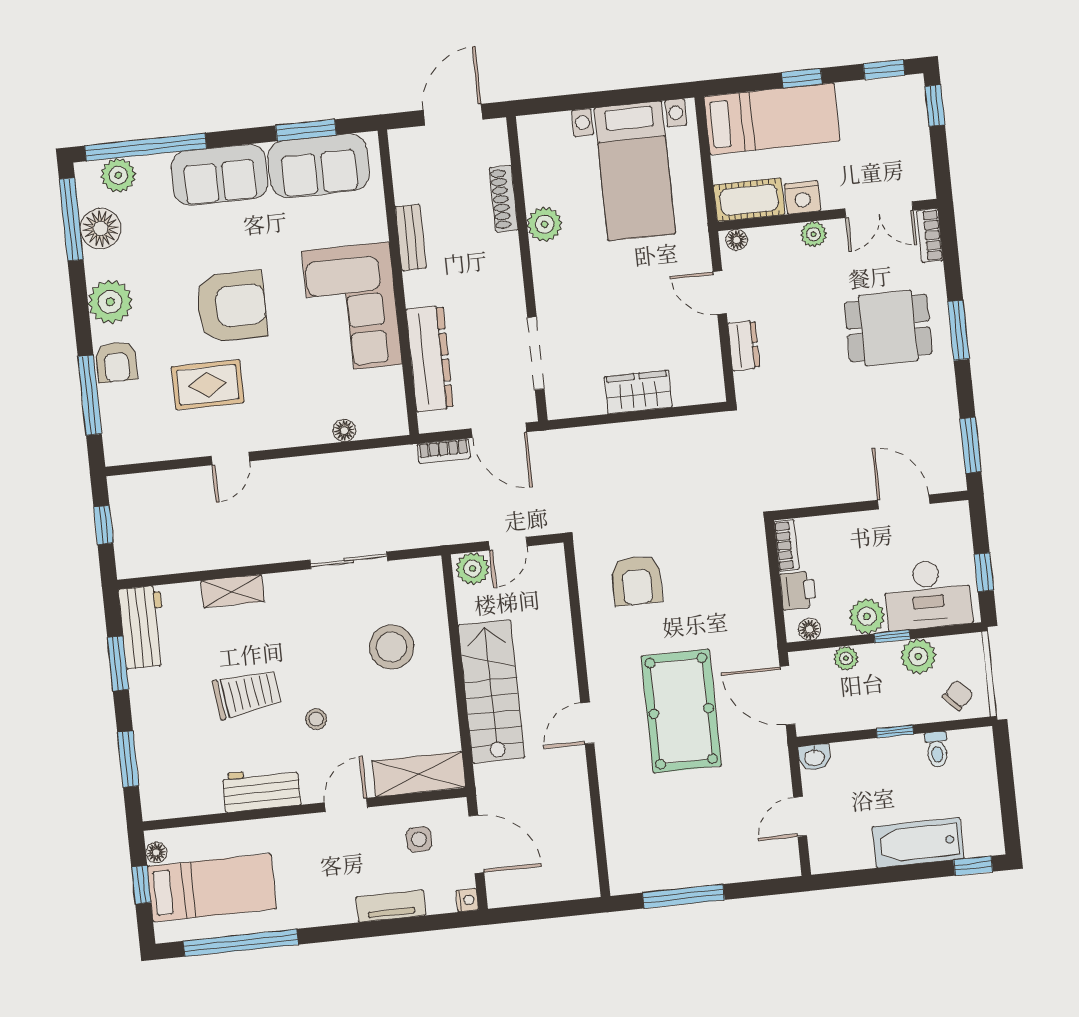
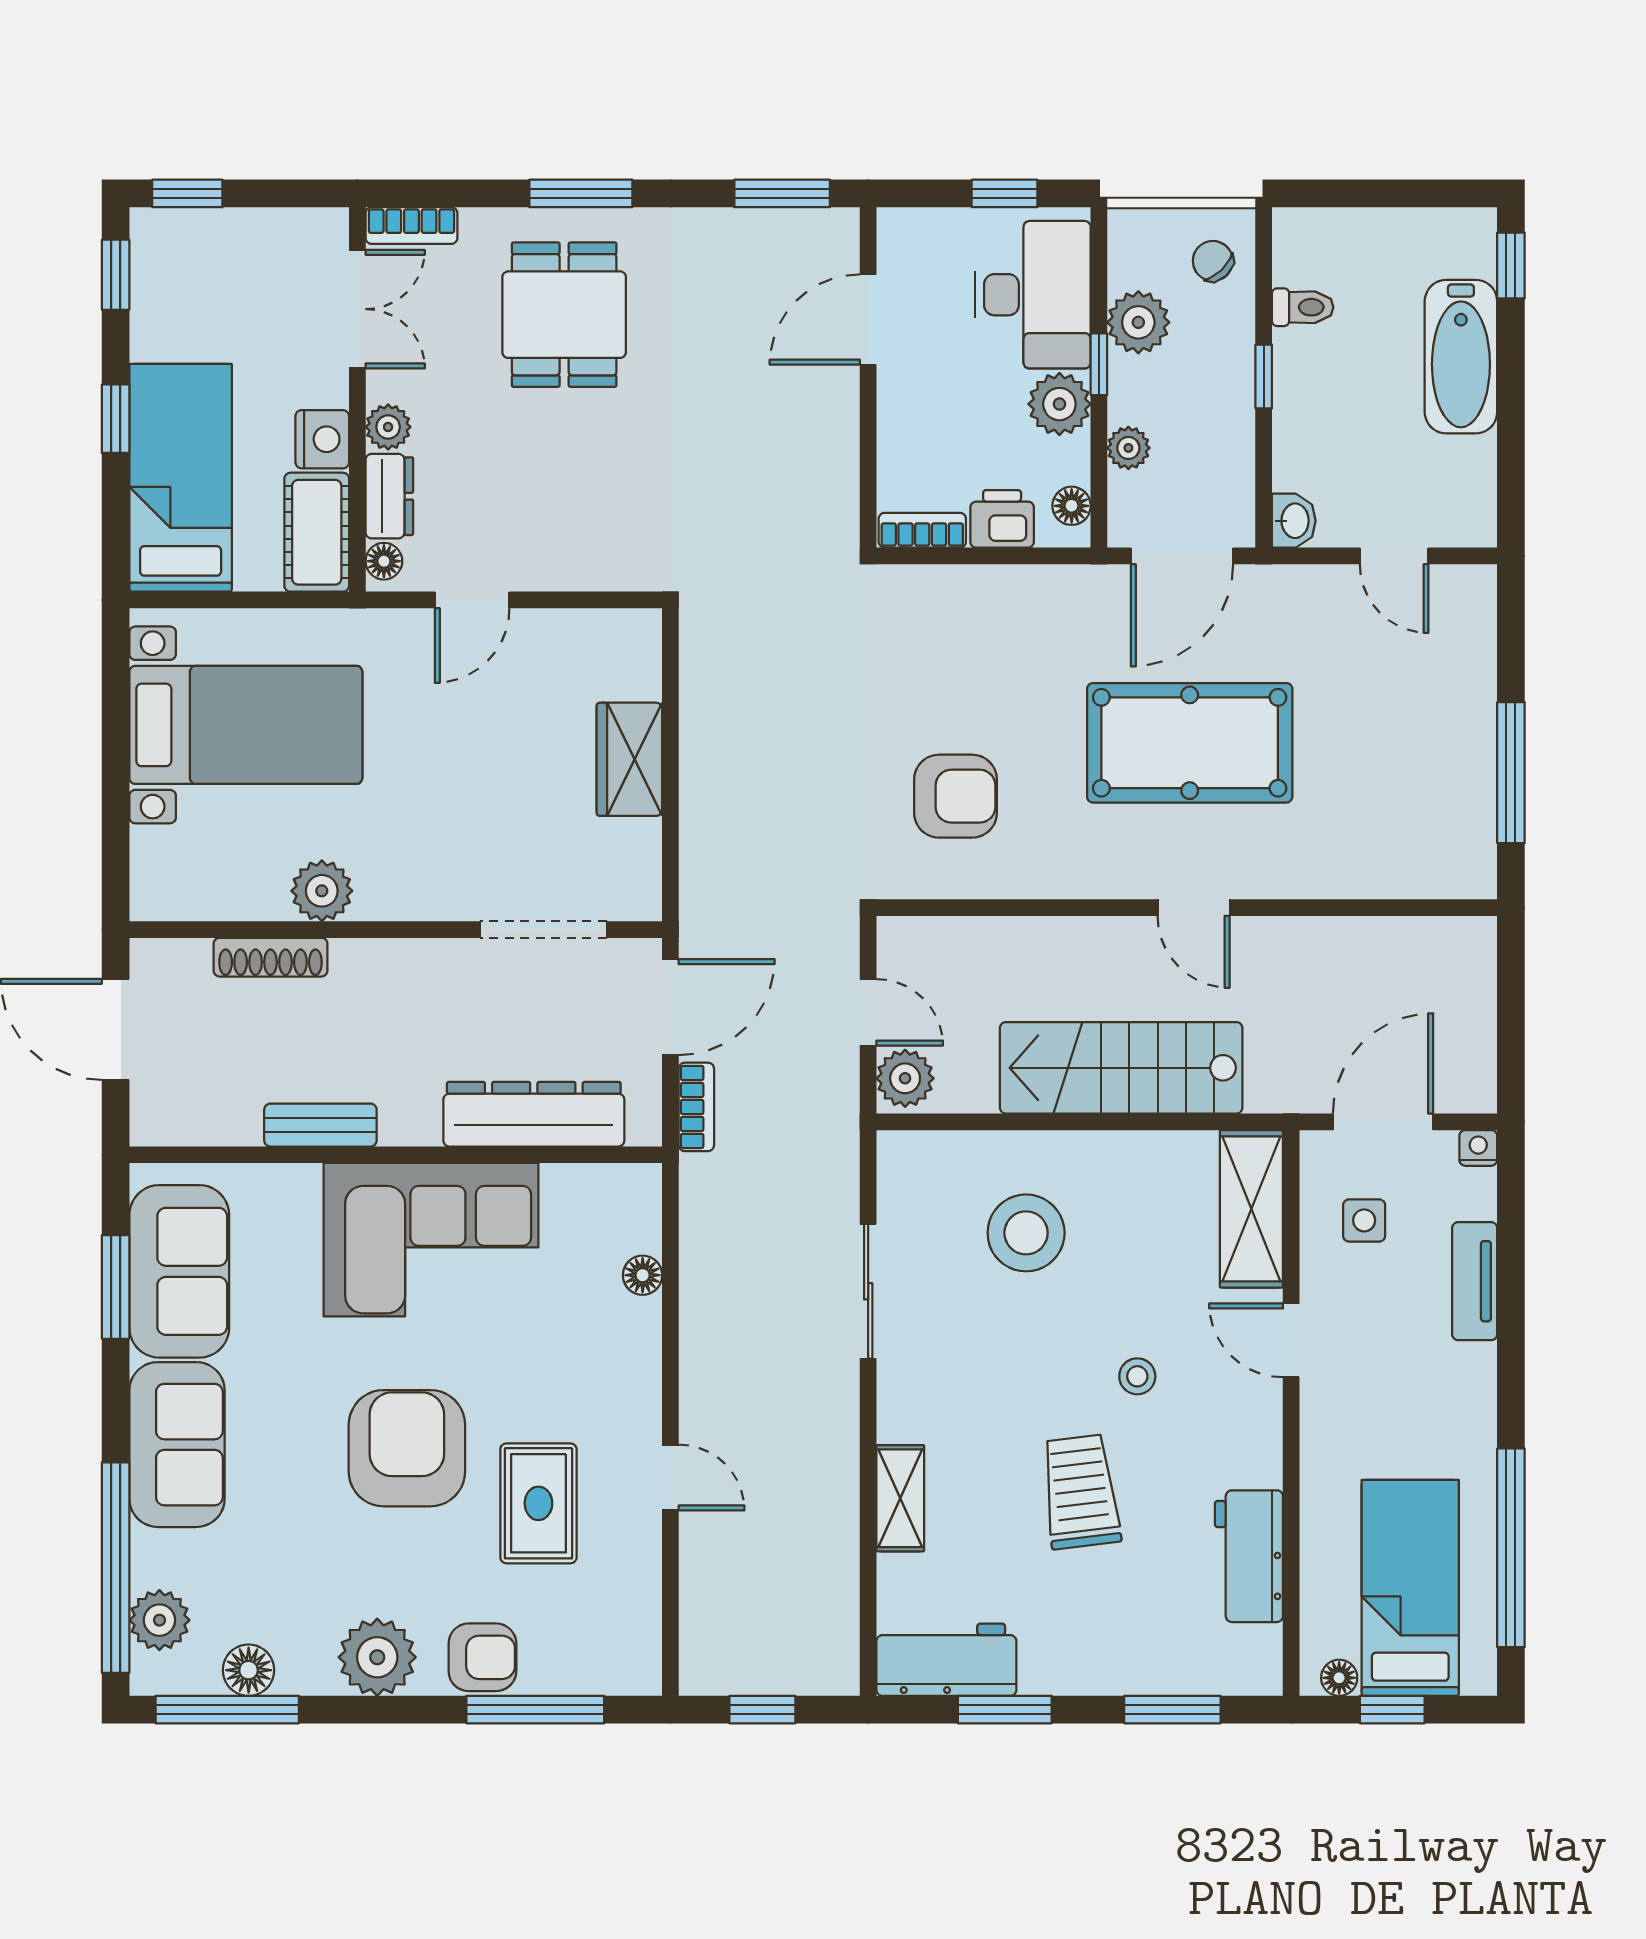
floor lamp: (101, 229) -> (249, 1670), width x0.73, depth x0.73
dresser: (744, 345) -> (389, 496), moved, turned 90
workbench: (262, 789) -> (1249, 1556), moved

